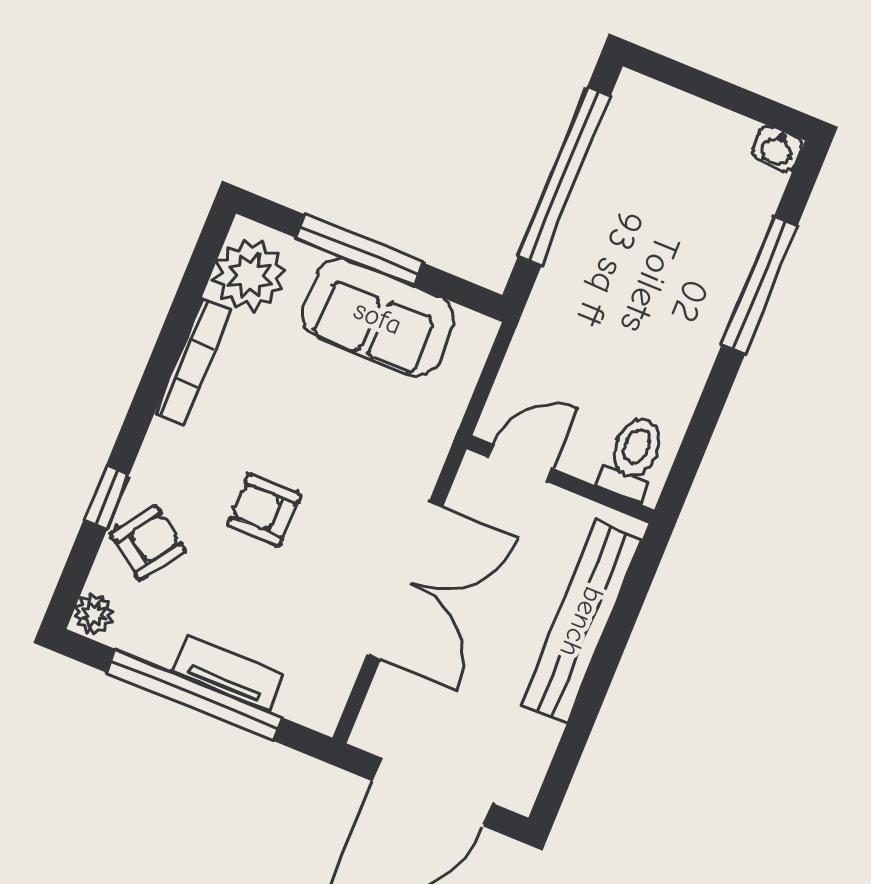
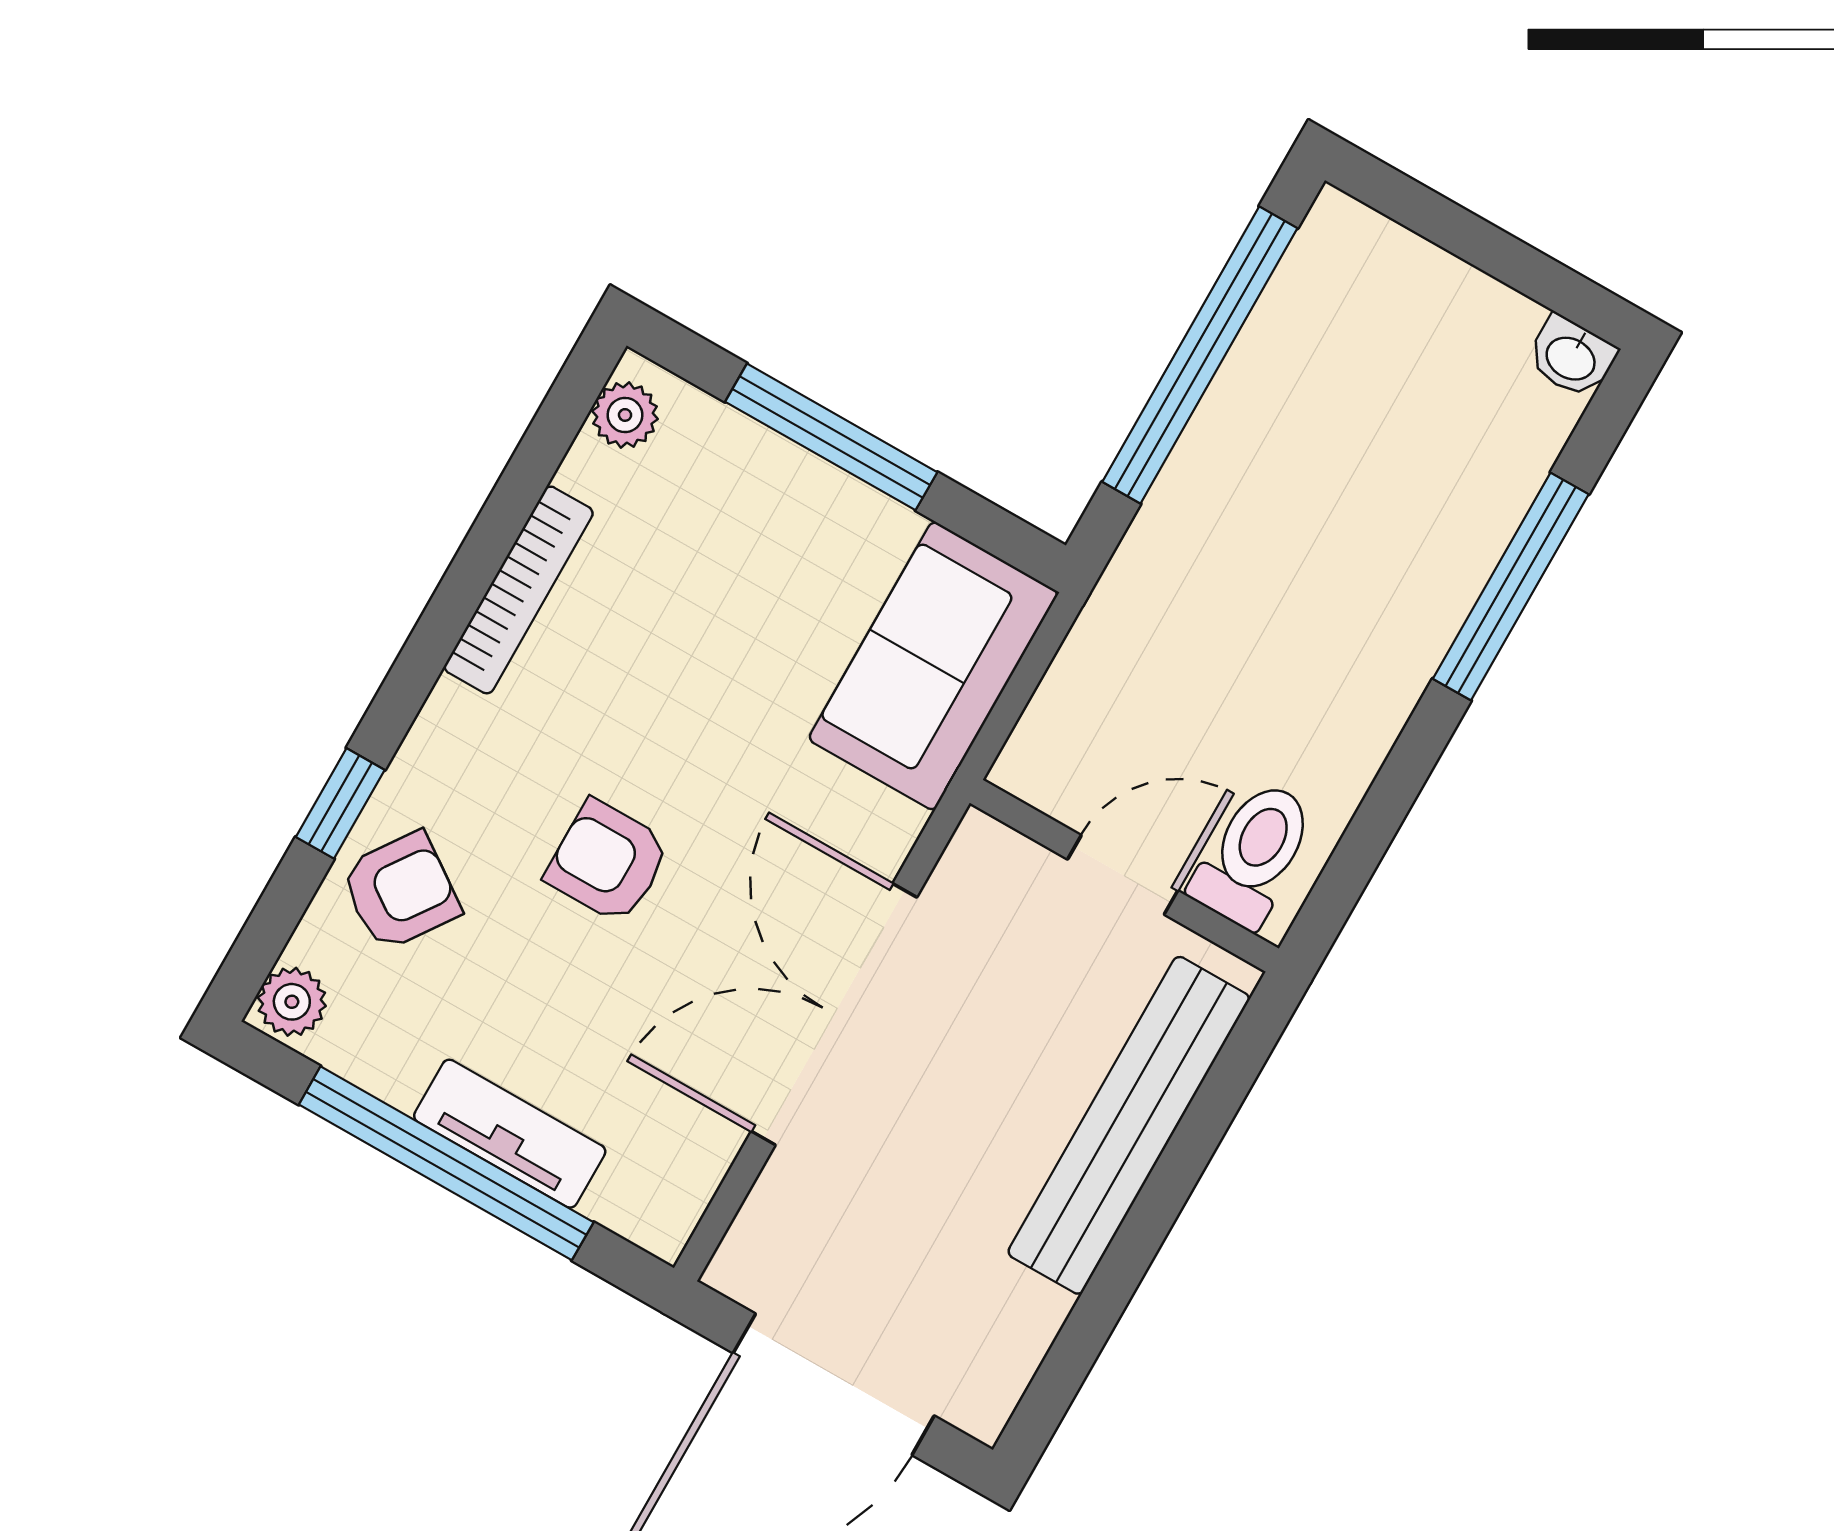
plant: (249, 275) -> (625, 415), width x0.53, depth x0.53
sofa: (378, 317) -> (933, 666), moved, turned 90
door: (520, 463) -> (1123, 875), moved
double door: (405, 580) -> (834, 1014), swing flipped

